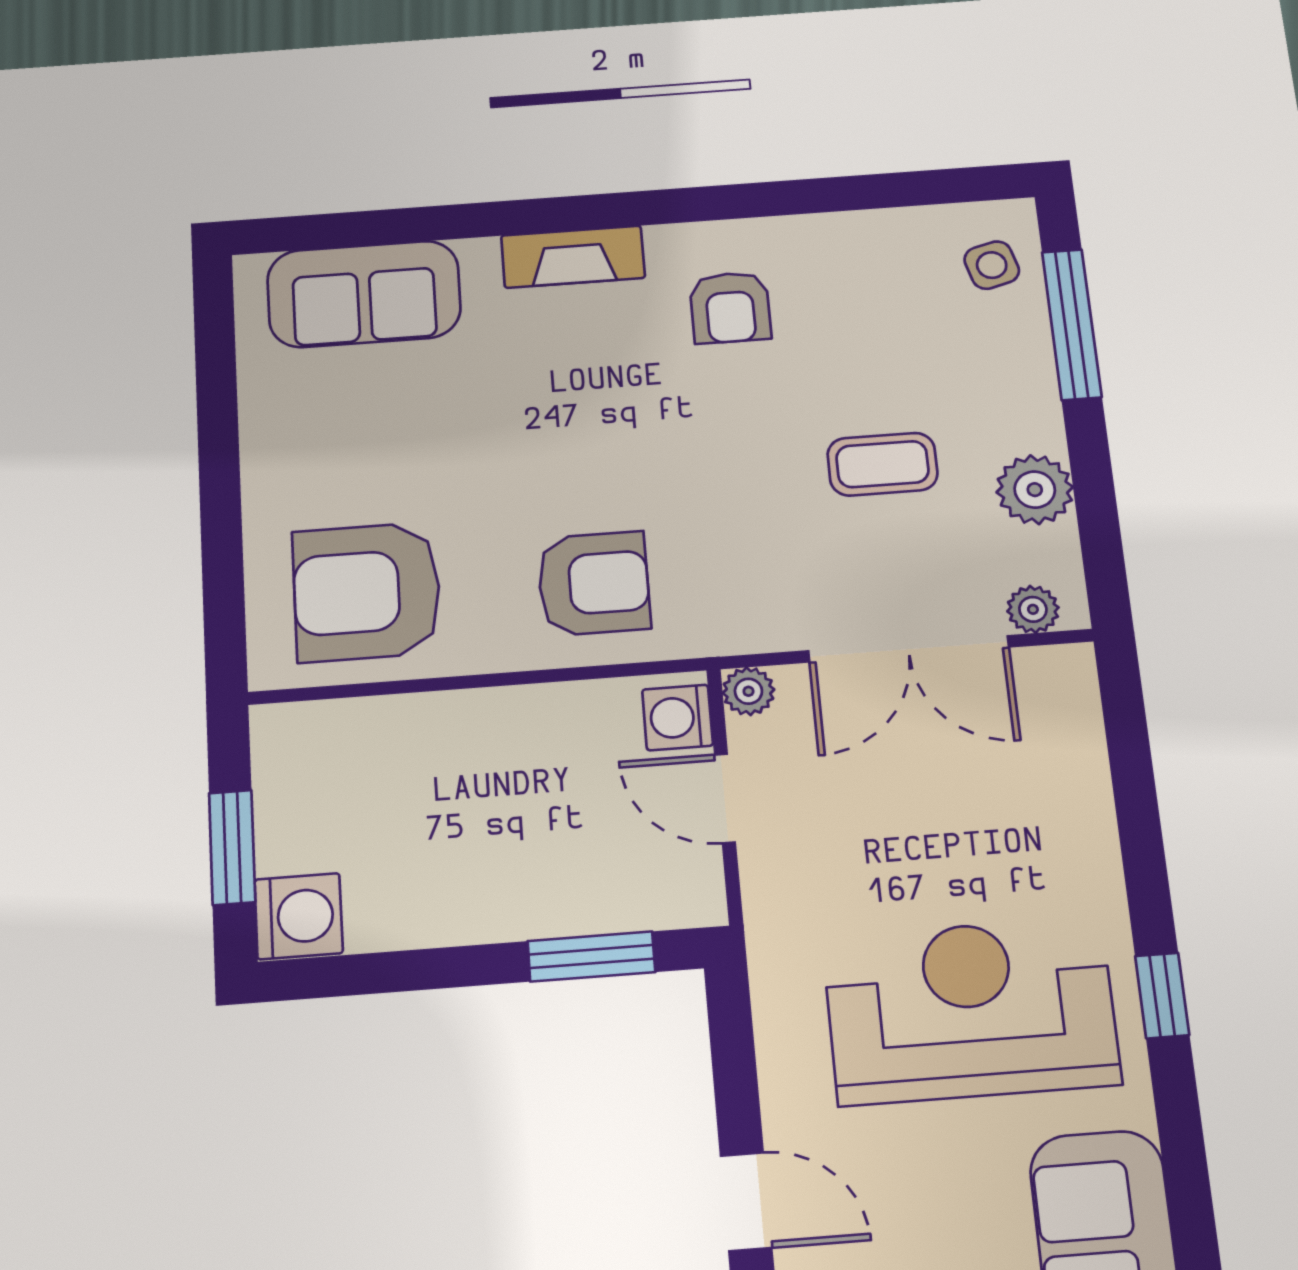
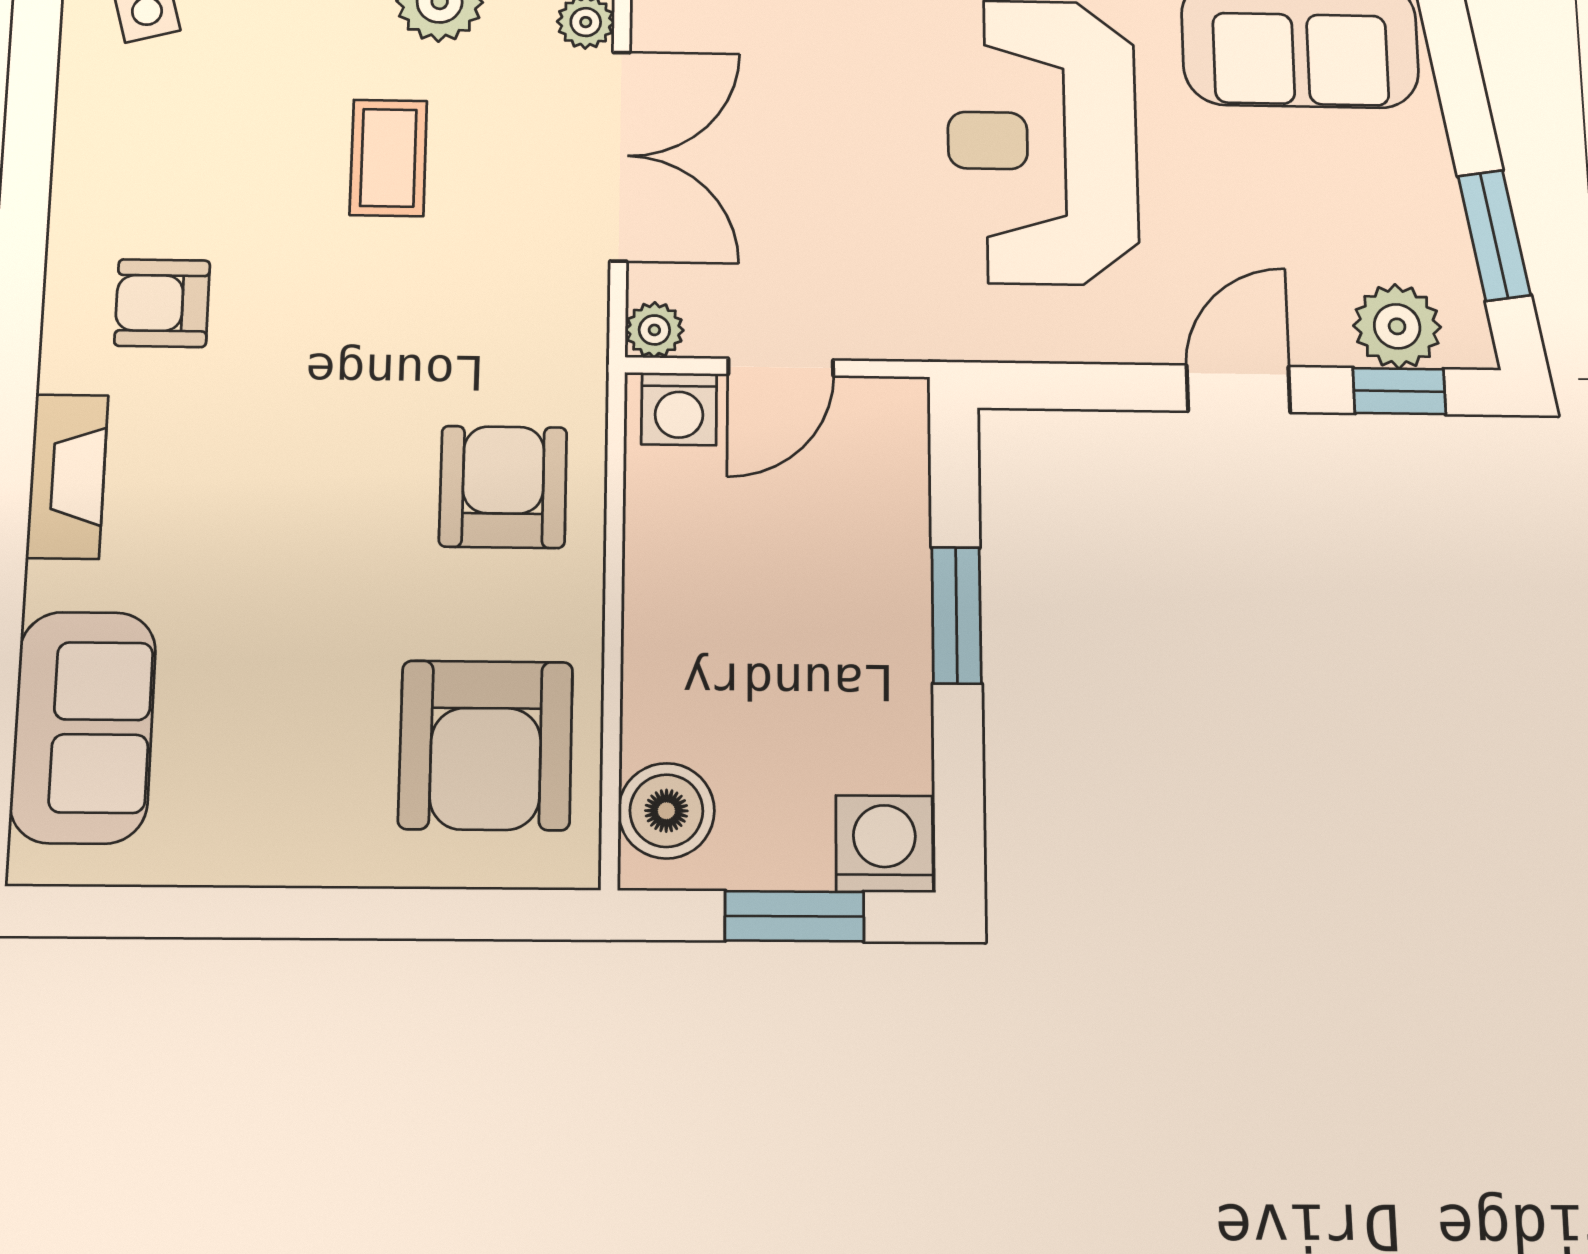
armchair: (730, 308) -> (162, 303), turned 180
boiler: (318, 738) -> (666, 811), added
window: (591, 957) -> (956, 615), moved

